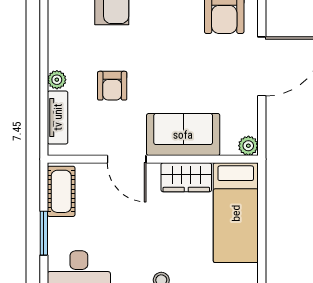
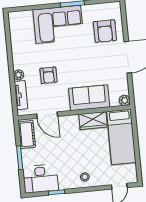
door: (127, 159) -> (47, 115), moved

